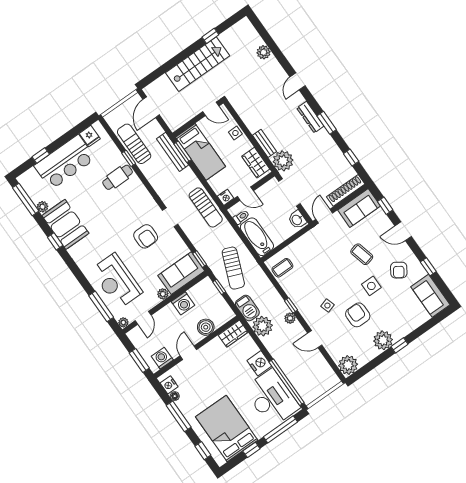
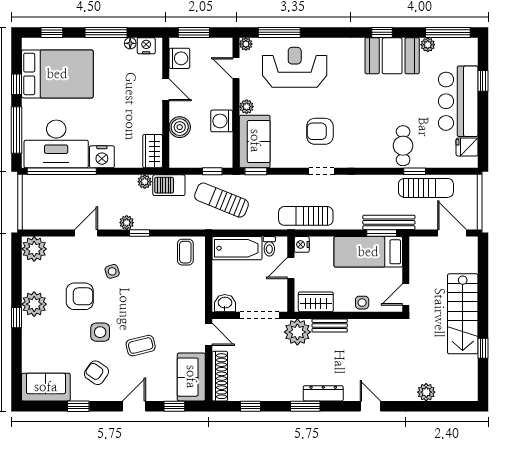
plant: (263, 326) -> (145, 182), width x0.53, depth x0.53

